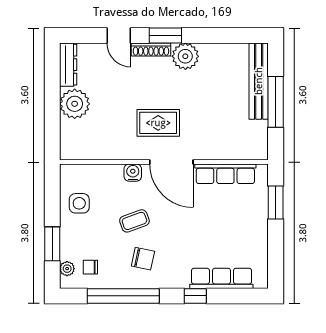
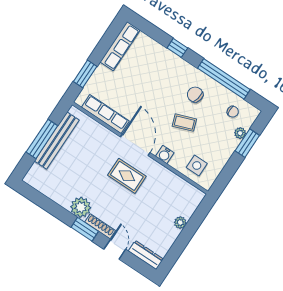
dresser: (68, 65) -> (146, 255), moved, turned 90
bench: (259, 81) -> (57, 140), moved
plant: (75, 104) -> (180, 223), width x0.53, depth x0.53
side table: (79, 203) -> (197, 166), moved
plant: (67, 269) -> (240, 133), moved
row of seats: (221, 278) -> (120, 46), moved, turned -90

